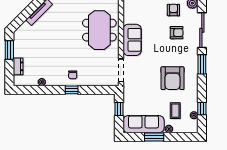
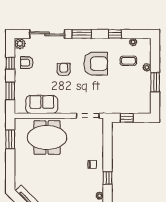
armchair: (177, 33) -> (64, 70), moved
sofa: (132, 40) -> (42, 104), moved
window: (72, 90) -> (107, 178), moved
window: (202, 109) -> (115, 34), moved
sofa: (144, 124) -> (142, 93), removed

